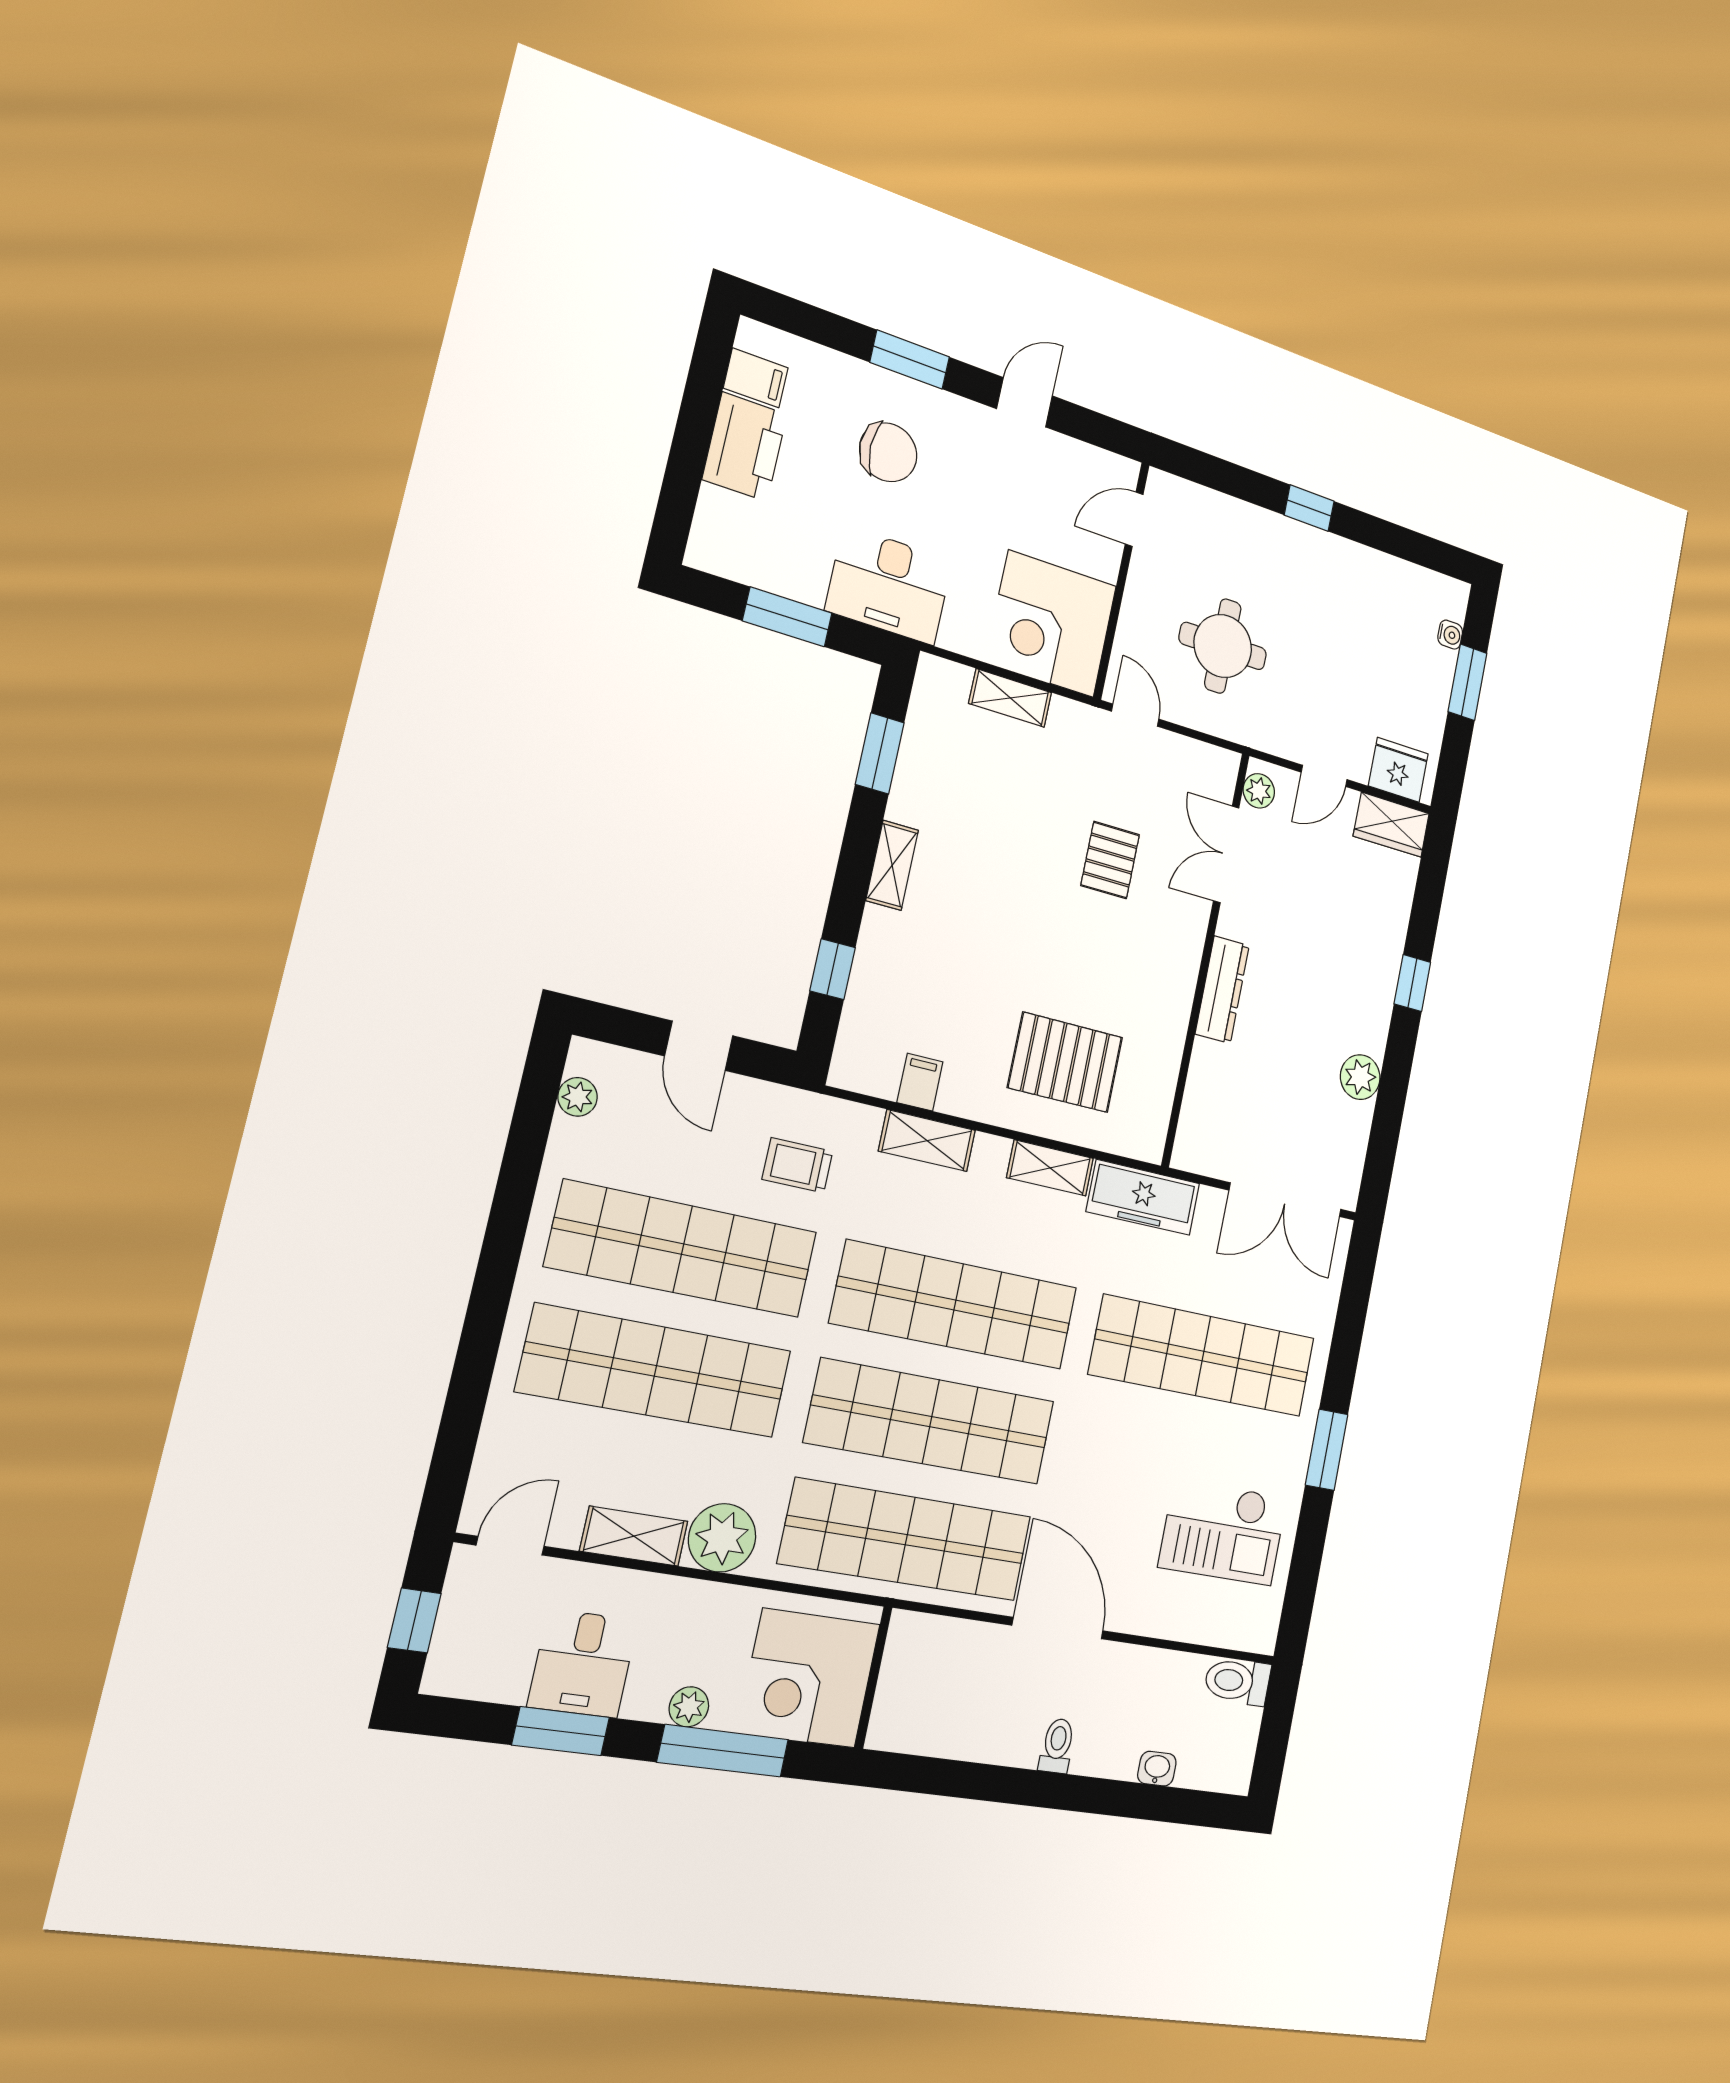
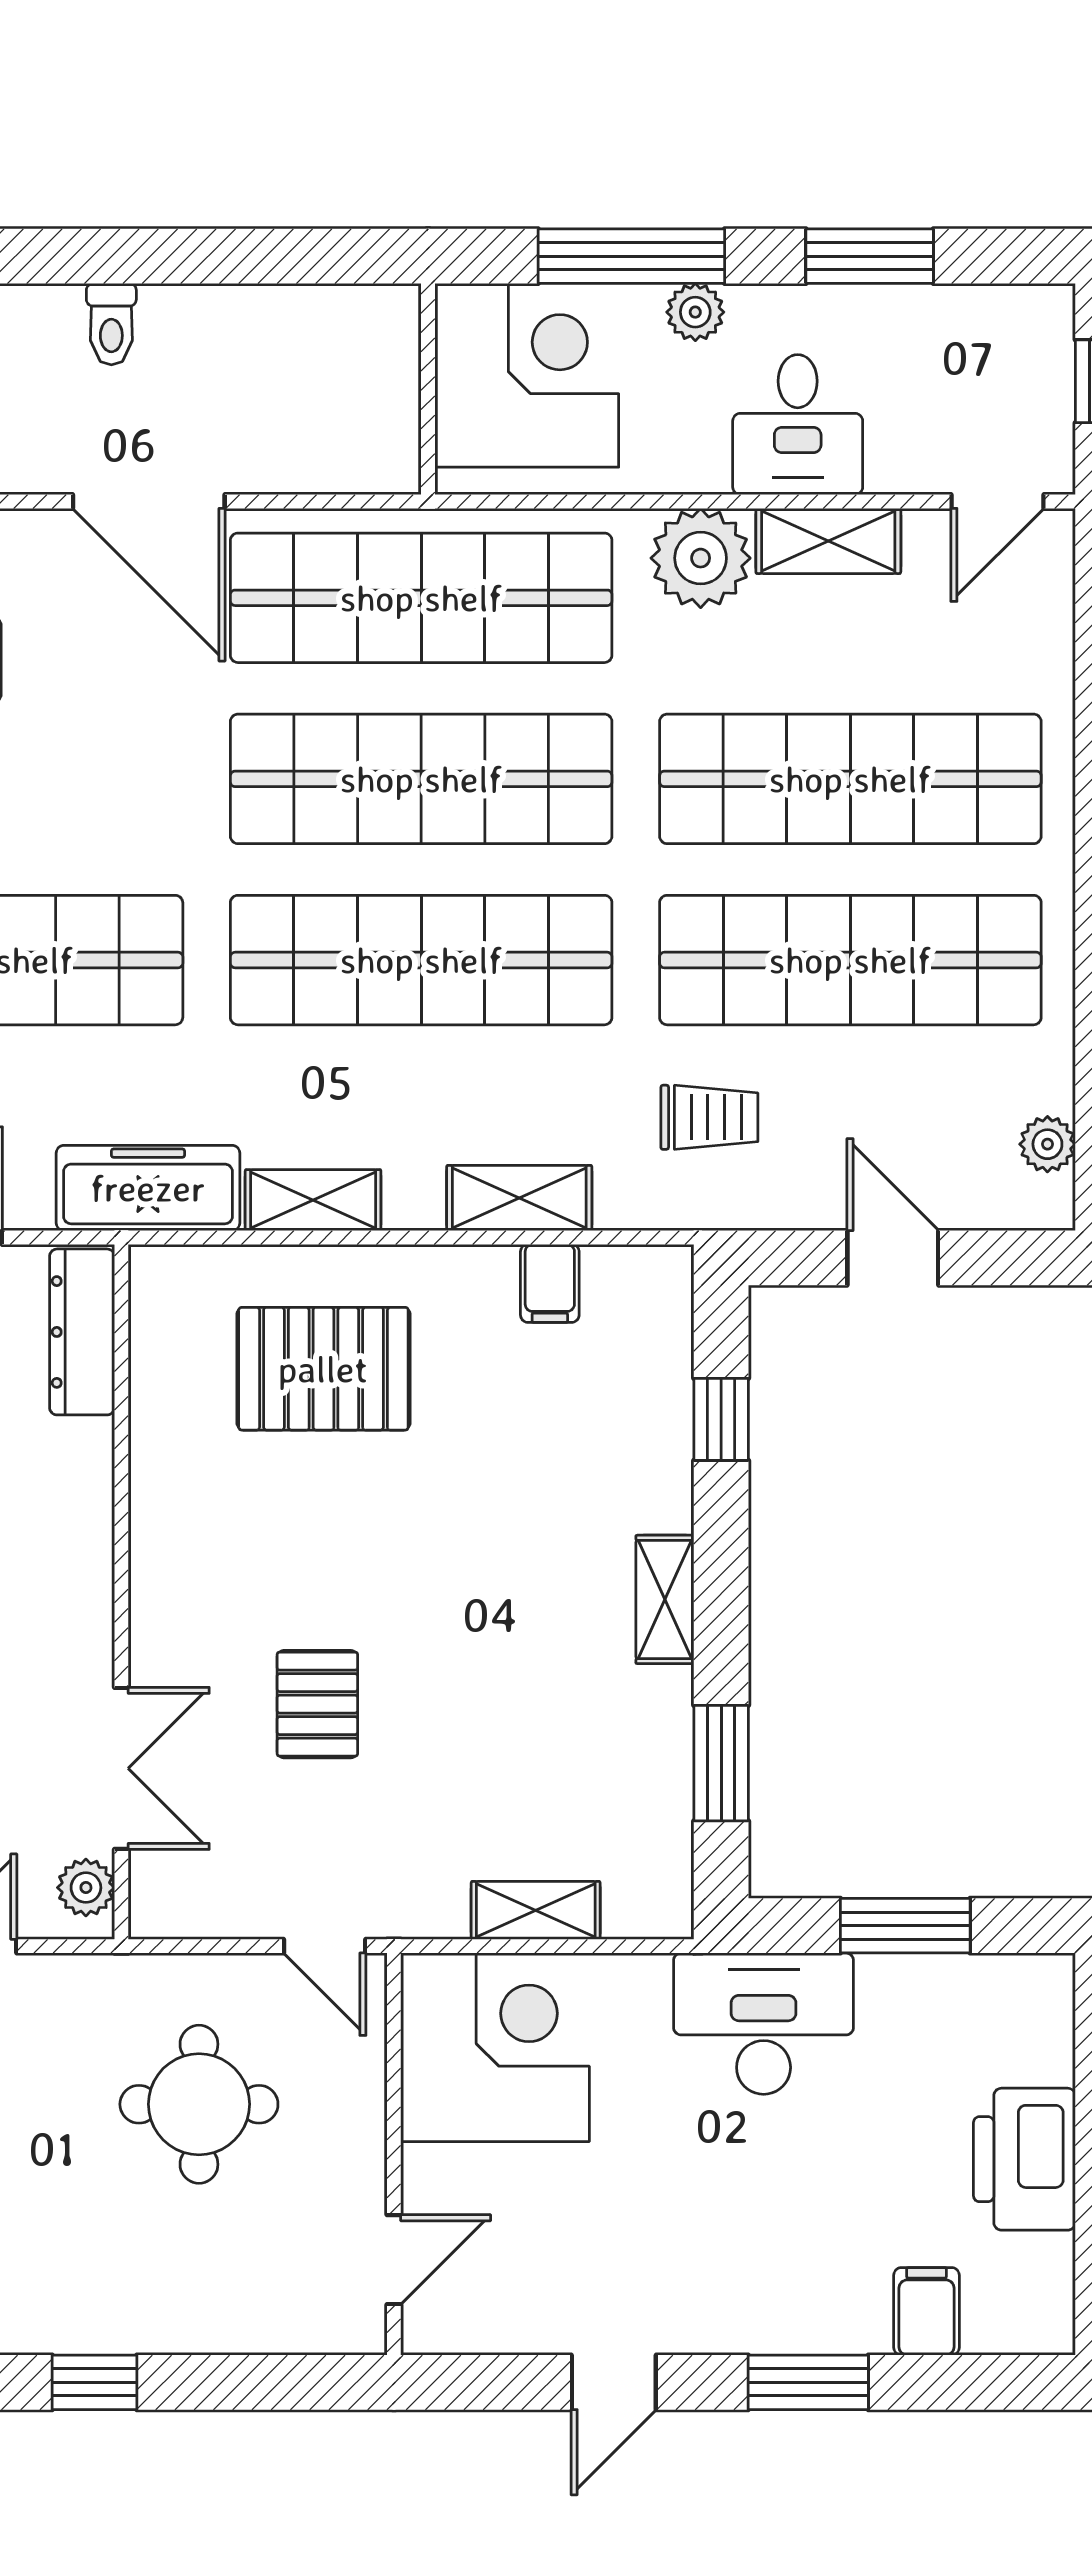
filing cabinet: (756, 378) -> (927, 2311), moved, turned 90
chair: (888, 452) -> (810, 2227), removed
dresser: (1222, 990) -> (82, 1332), moved
desk: (583, 1663) -> (798, 425), moved, turned 180

